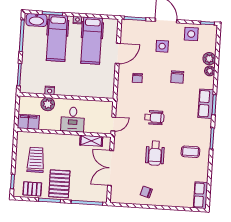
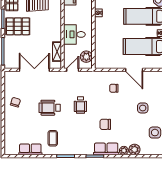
chair: (177, 77) -> (105, 124), moved
plant: (48, 104) -> (86, 57), moved
row of seats: (206, 104) -> (106, 149), moved
door: (113, 124) -> (73, 70), swing flipped
row of seats: (201, 195) -> (30, 149), moved

